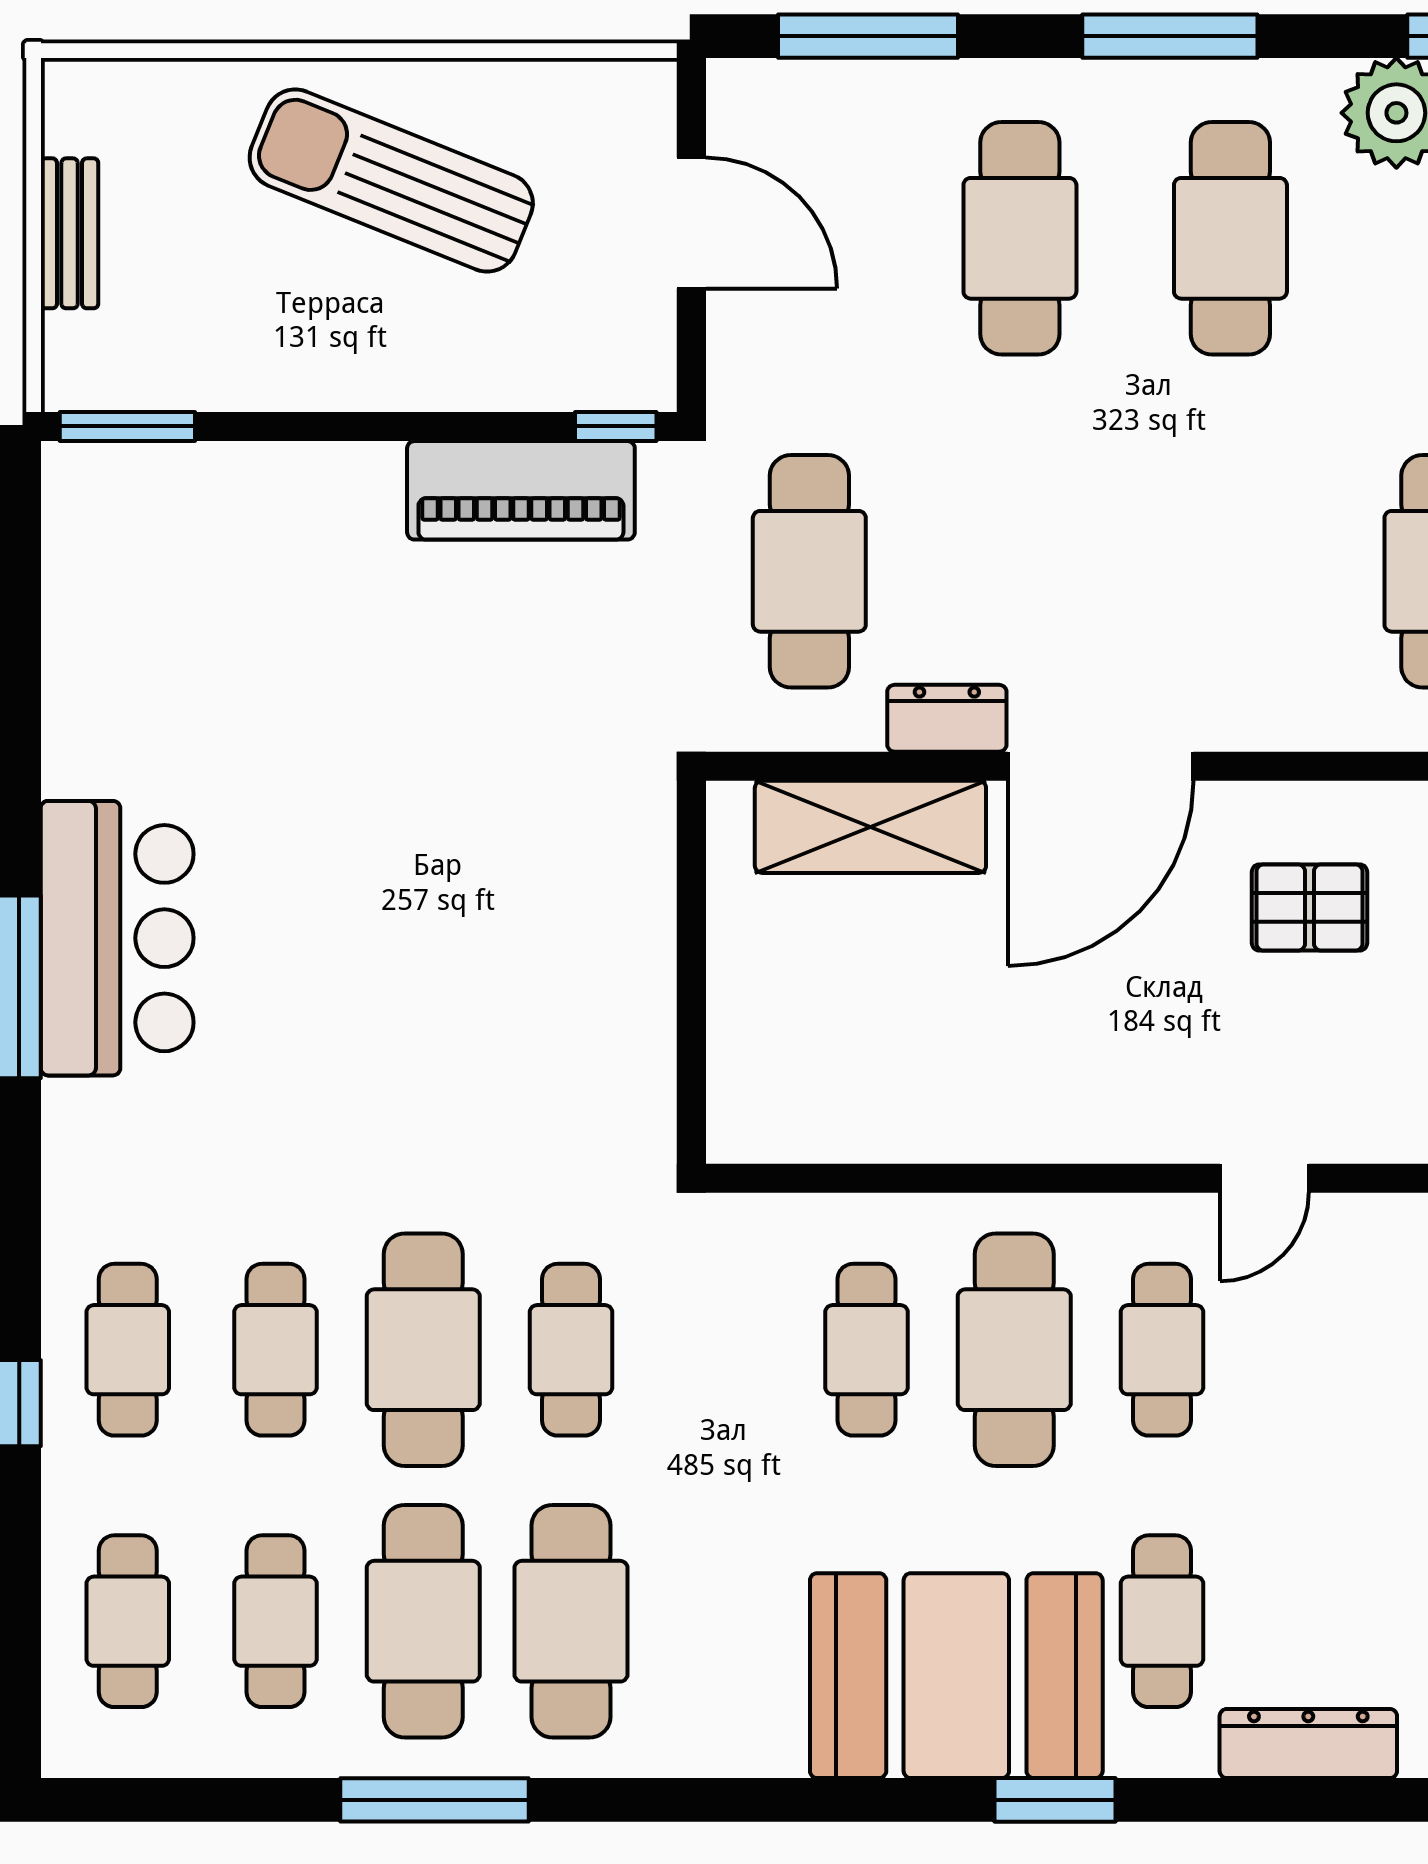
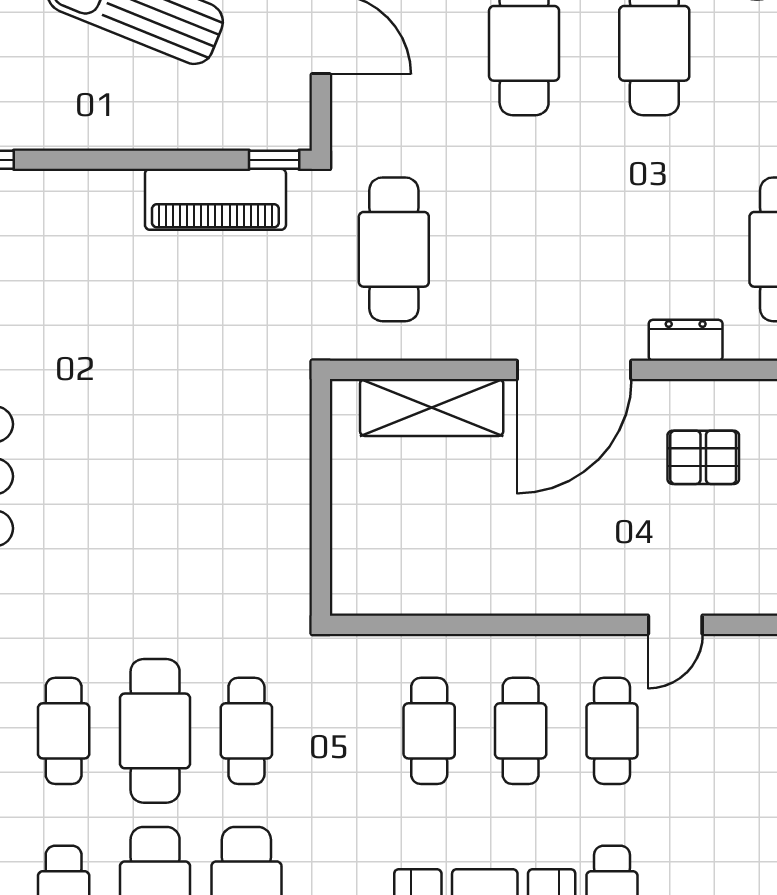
dresser: (947, 718) -> (686, 340), moved
cafe table: (1014, 1350) -> (521, 731), width x0.73, depth x0.74

